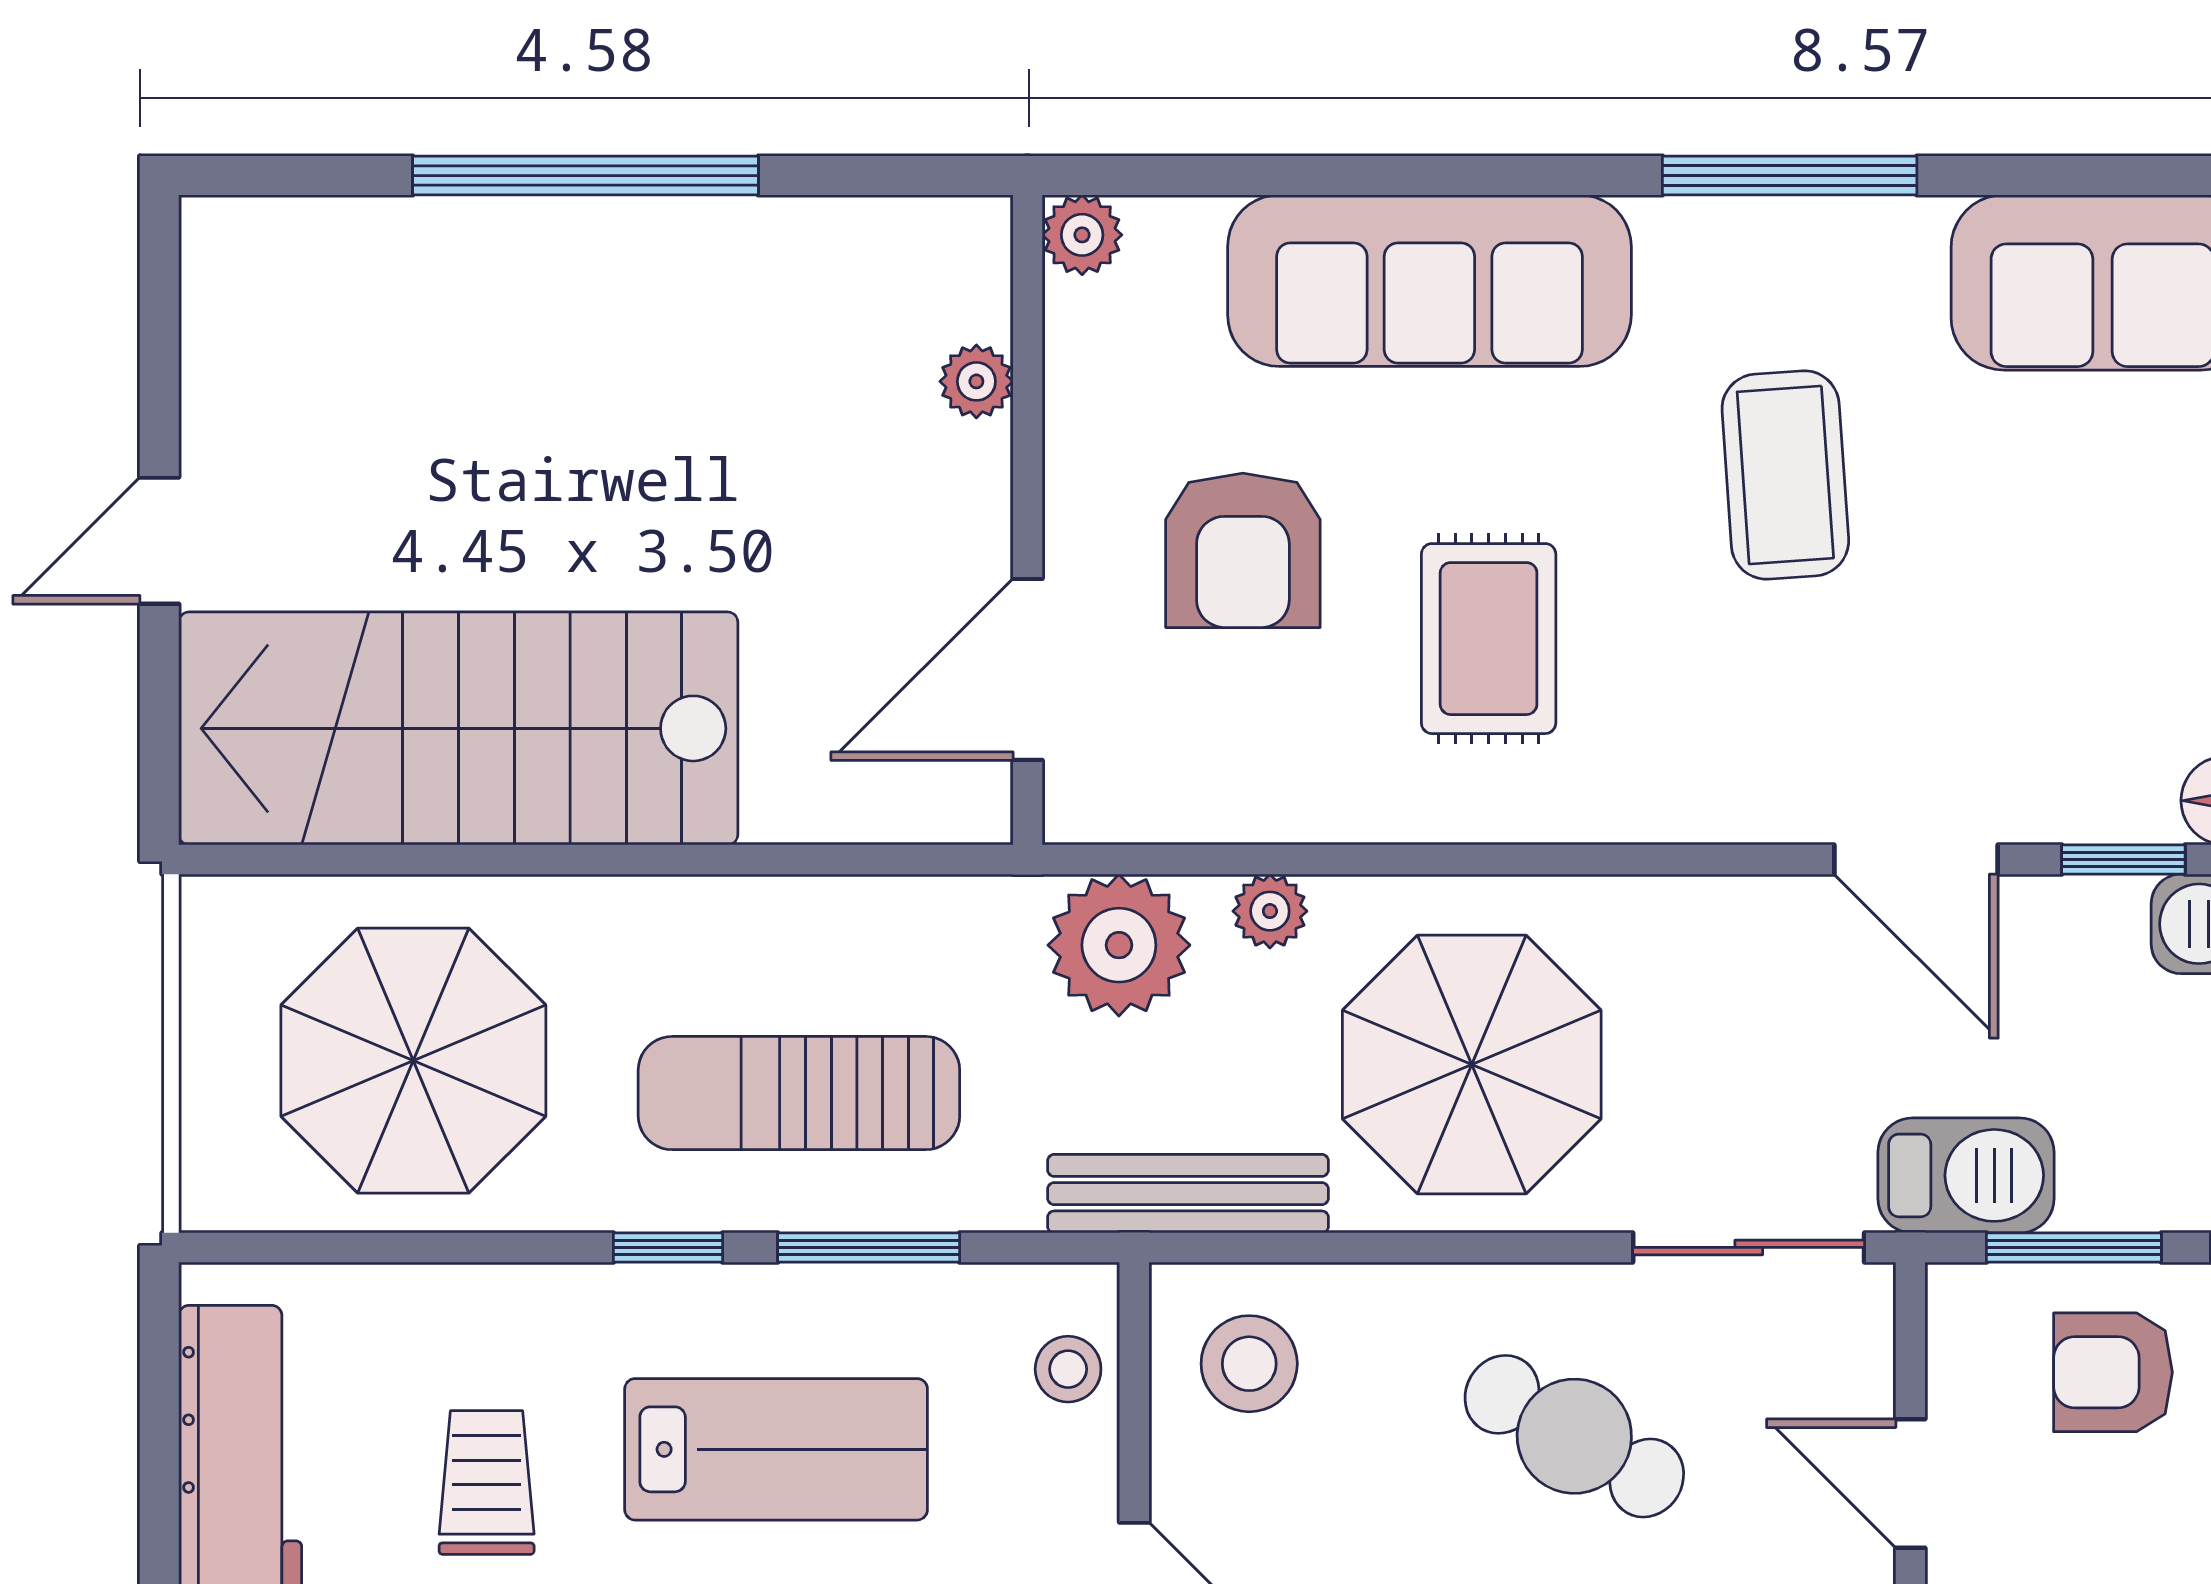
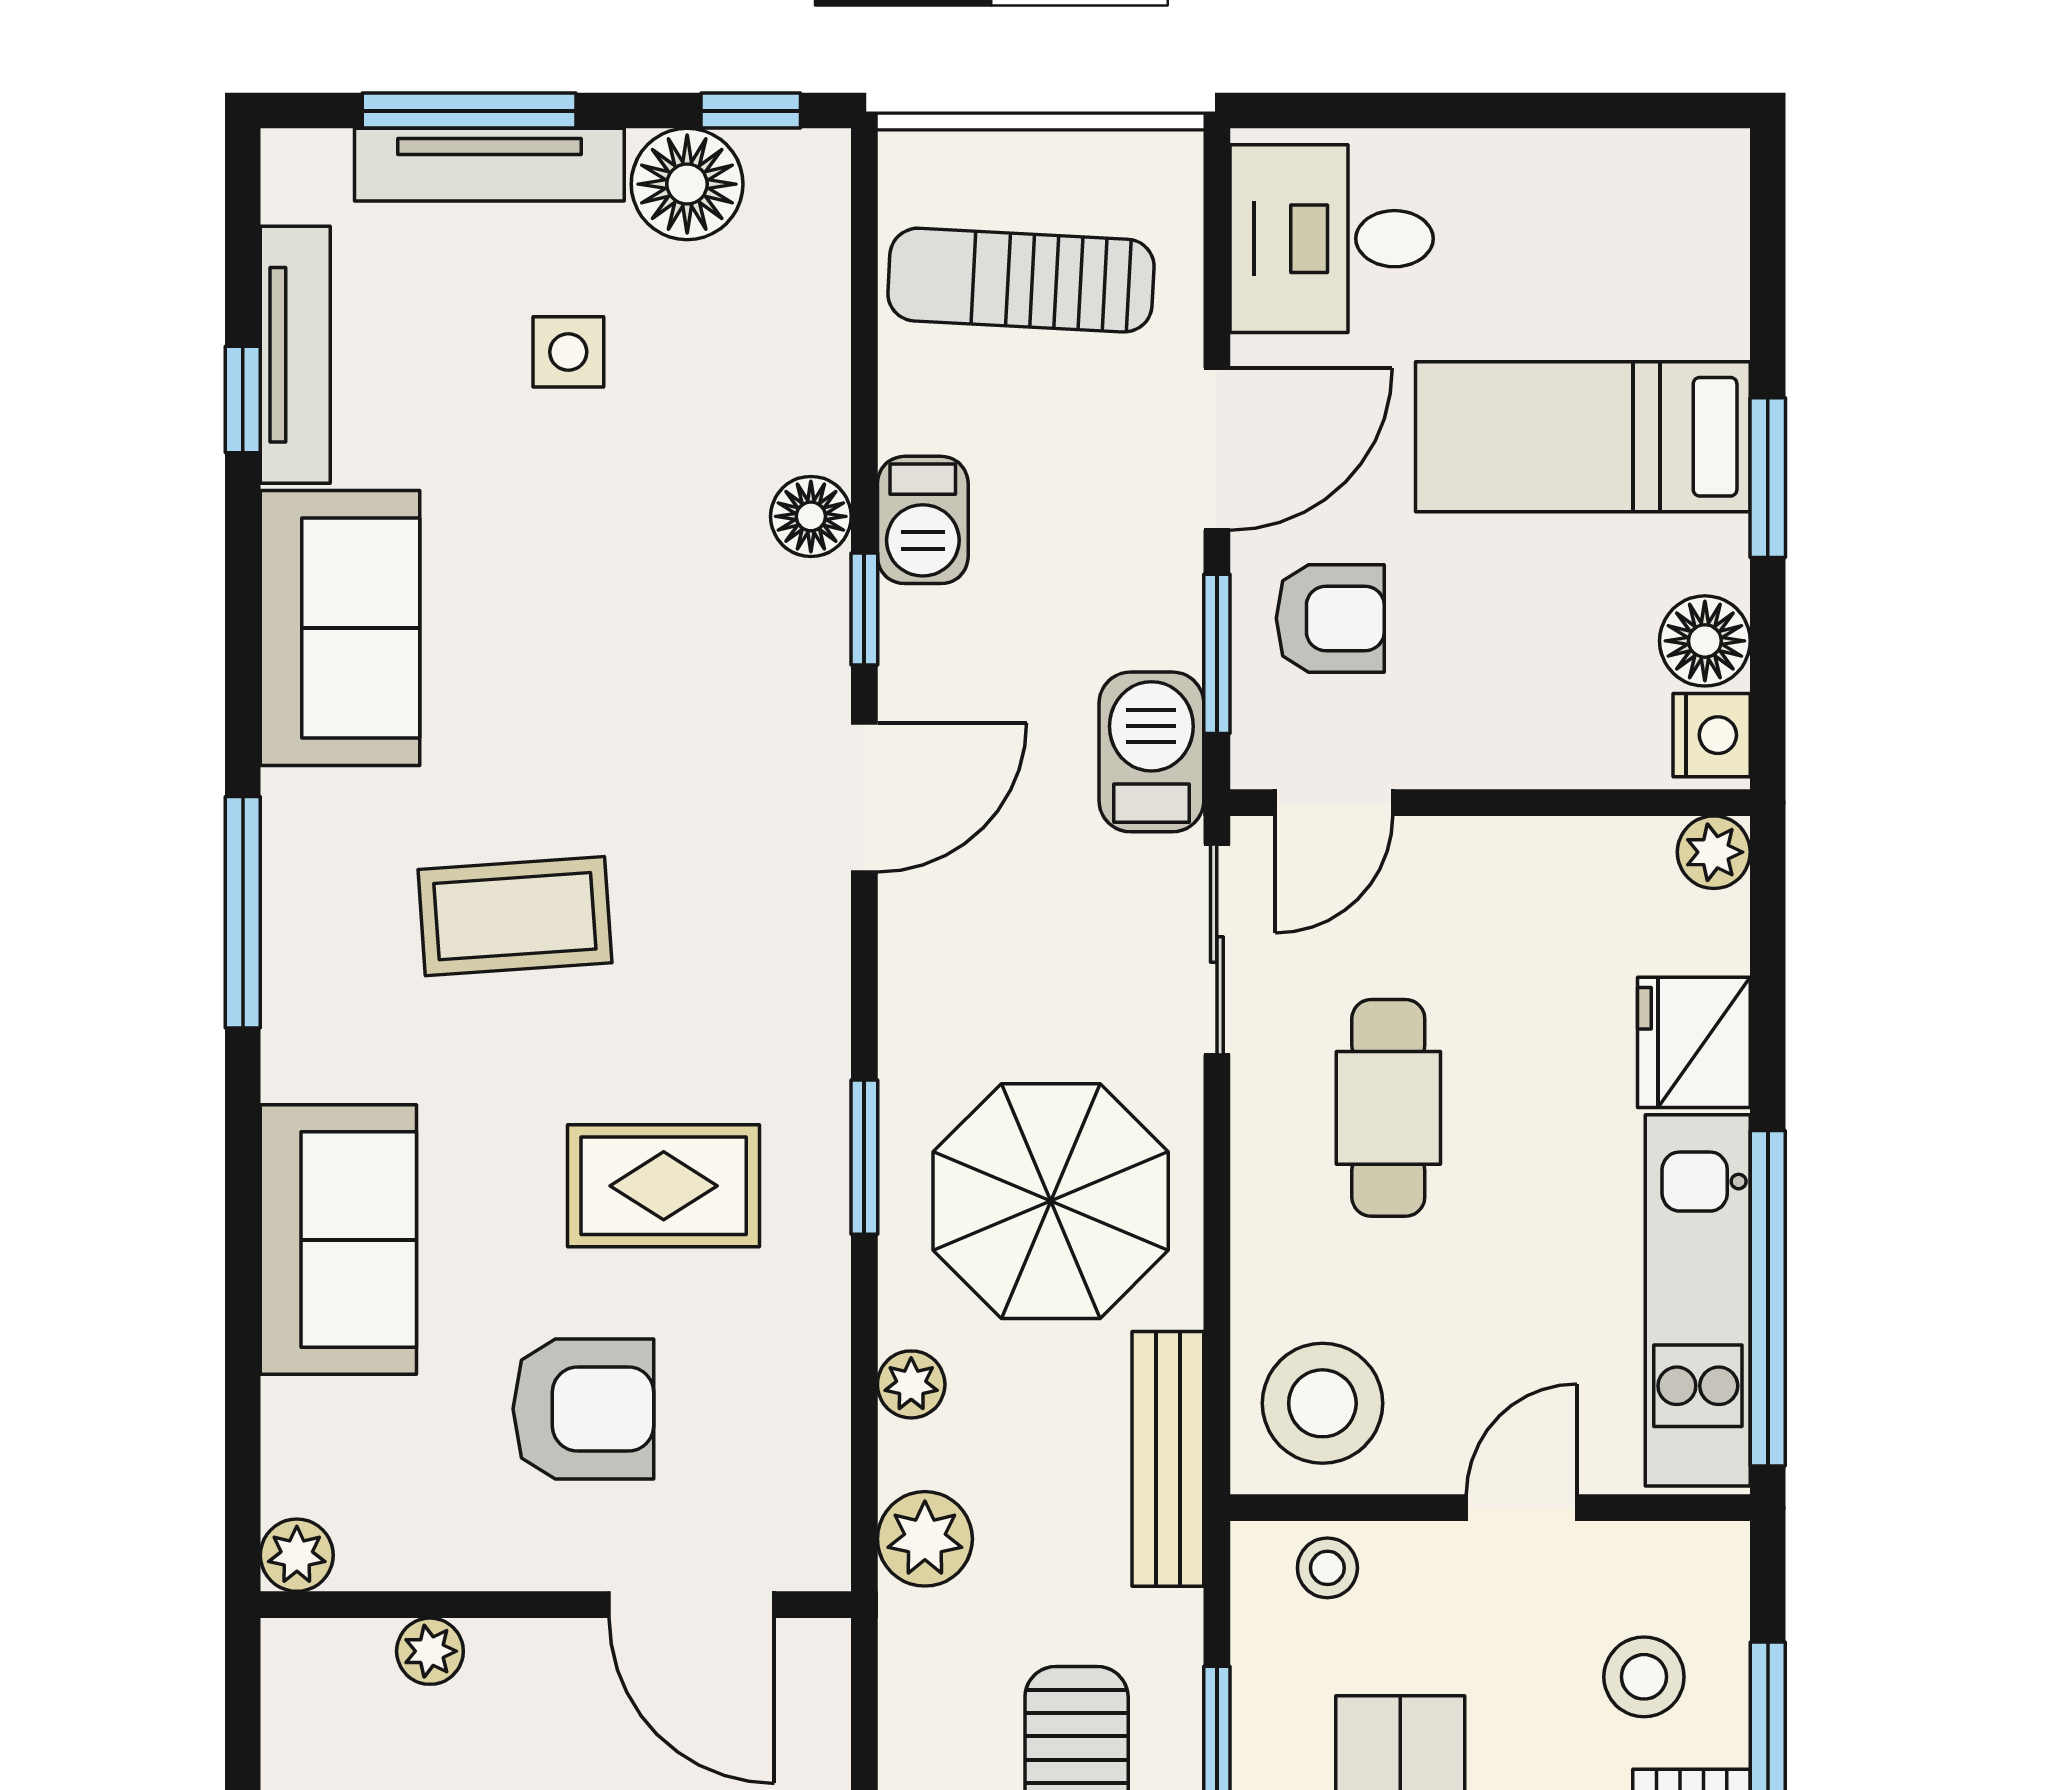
sofa: (1429, 281) -> (338, 1240), width x0.73
window: (1520, 859) -> (864, 1157), added
plant: (1119, 945) -> (925, 1539), width x0.73, depth x0.73
stool: (1249, 1364) -> (1322, 1403), width x1.38, depth x1.38
armchair: (2113, 1372) -> (1330, 618), turned -90
cafe table: (1574, 1436) -> (1388, 1108), turned -30
door: (1910, 1483) -> (1334, 803), moved

